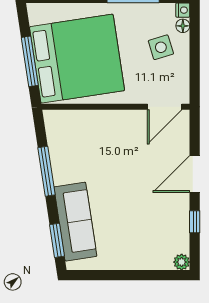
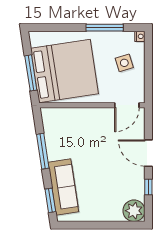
floor lamp: (183, 26) -> (140, 48), removed
door: (195, 174) -> (148, 153), hinge flipped
plant: (182, 262) -> (134, 211), width x1.88, depth x1.88

